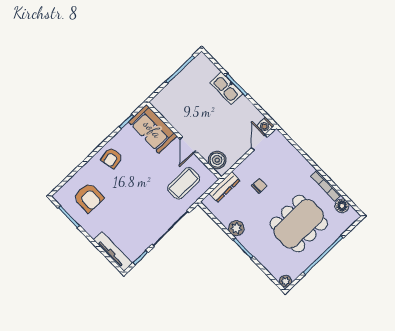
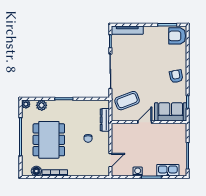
kitchen sink: (226, 88) -> (168, 170), moved
washing machine: (265, 126) -> (138, 172), moved
door: (259, 142) -> (110, 160), hinge flipped
door: (188, 145) -> (145, 122), hinge flipped
boiler: (217, 160) -> (122, 129), removed
coffee table: (184, 183) -> (127, 101), turned 69
armchair: (89, 198) -> (177, 36), moved
plant: (236, 228) -> (42, 105), moved

